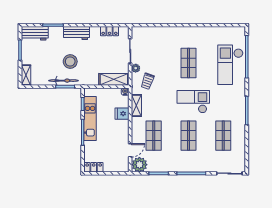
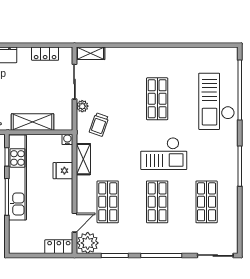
shelving: (141, 31) -> (90, 53), added
shelving: (114, 79) -> (33, 122), moved
checkout: (193, 102) -> (164, 154), turned 180
kitchen unit: (90, 119) -> (17, 178), width x1.36
locker: (94, 167) -> (59, 247), moved

